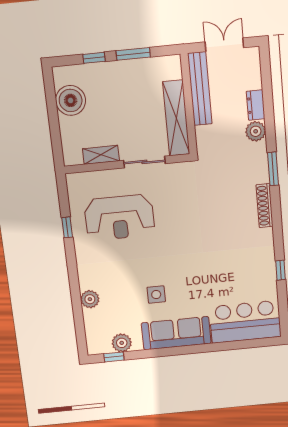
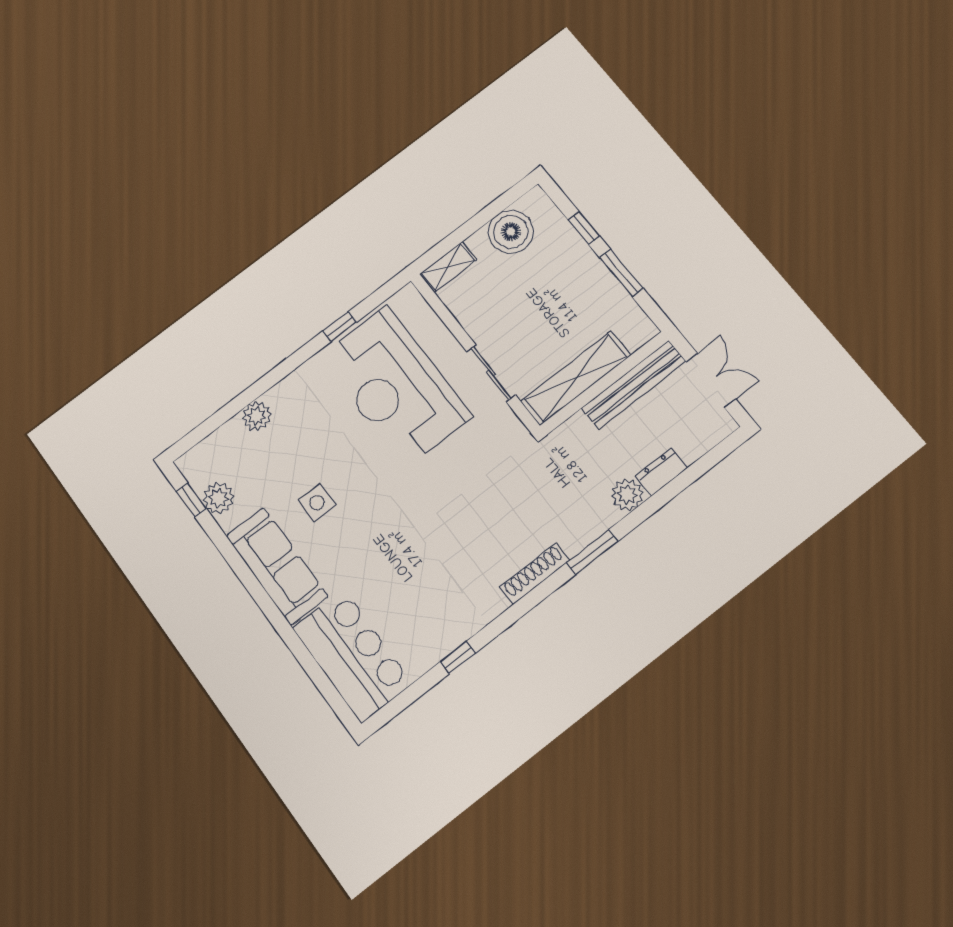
shelving: (101, 155) -> (448, 267), moved, turned 90
reception desk: (119, 217) -> (395, 386), width x1.36, depth x1.30

